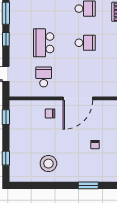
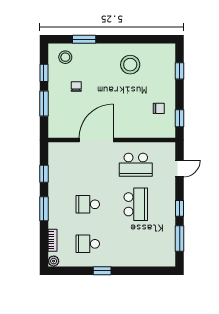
school desk: (44, 77) -> (136, 165), width x1.85
chair: (50, 113) -> (159, 108), moved
stool: (105, 170) -> (65, 57), added

